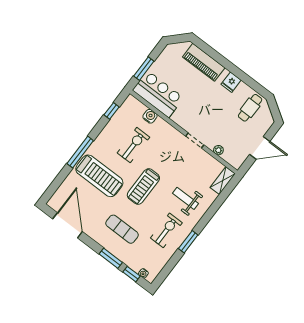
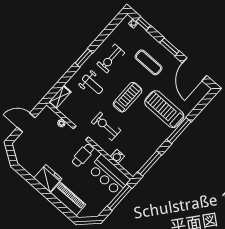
window: (144, 69) -> (119, 197), width x1.44
fridge: (231, 82) -> (48, 178), width x1.88, depth x1.34
cafe table: (250, 108) -> (83, 155), moved
window: (112, 111) -> (150, 164), width x2.17
exercise bike: (134, 145) -> (106, 126), moved, turned 90
window: (188, 242) -> (84, 58), moved
window: (111, 258) -> (169, 47), moved

